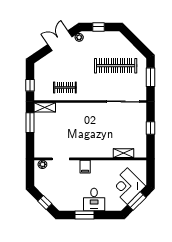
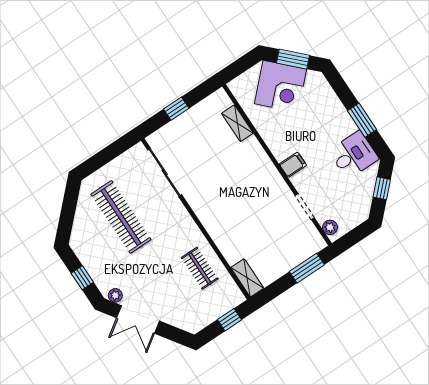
window: (150, 77) -> (105, 156), removed
window: (30, 123) -> (307, 268), moved
desk: (94, 200) -> (354, 155), moved

